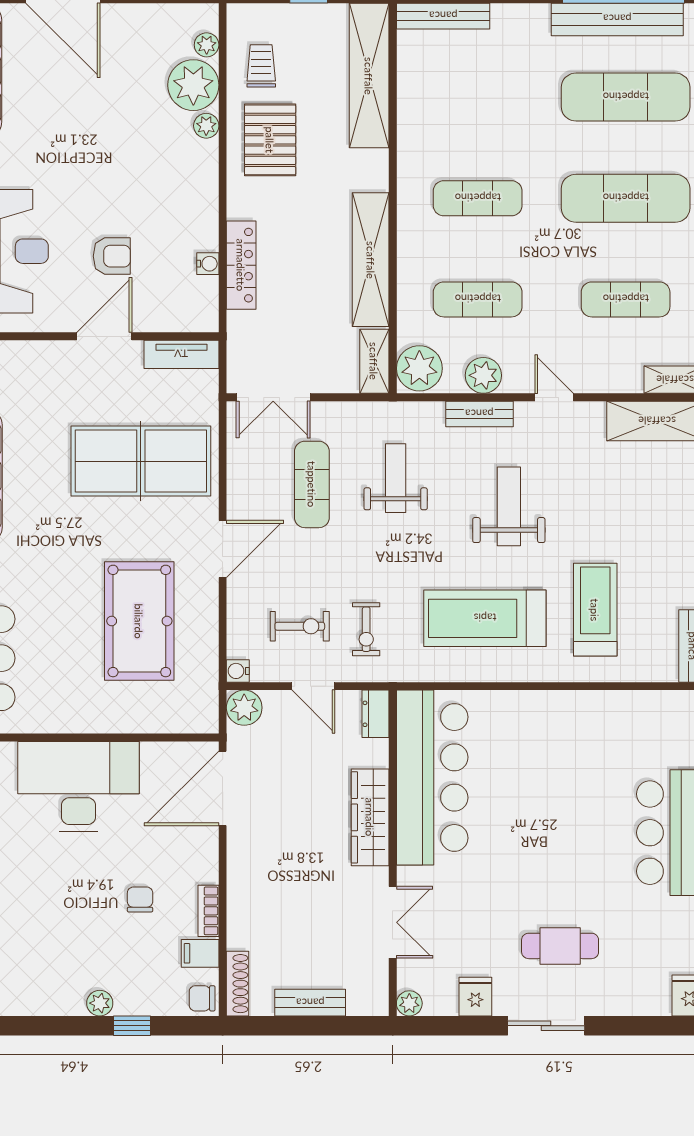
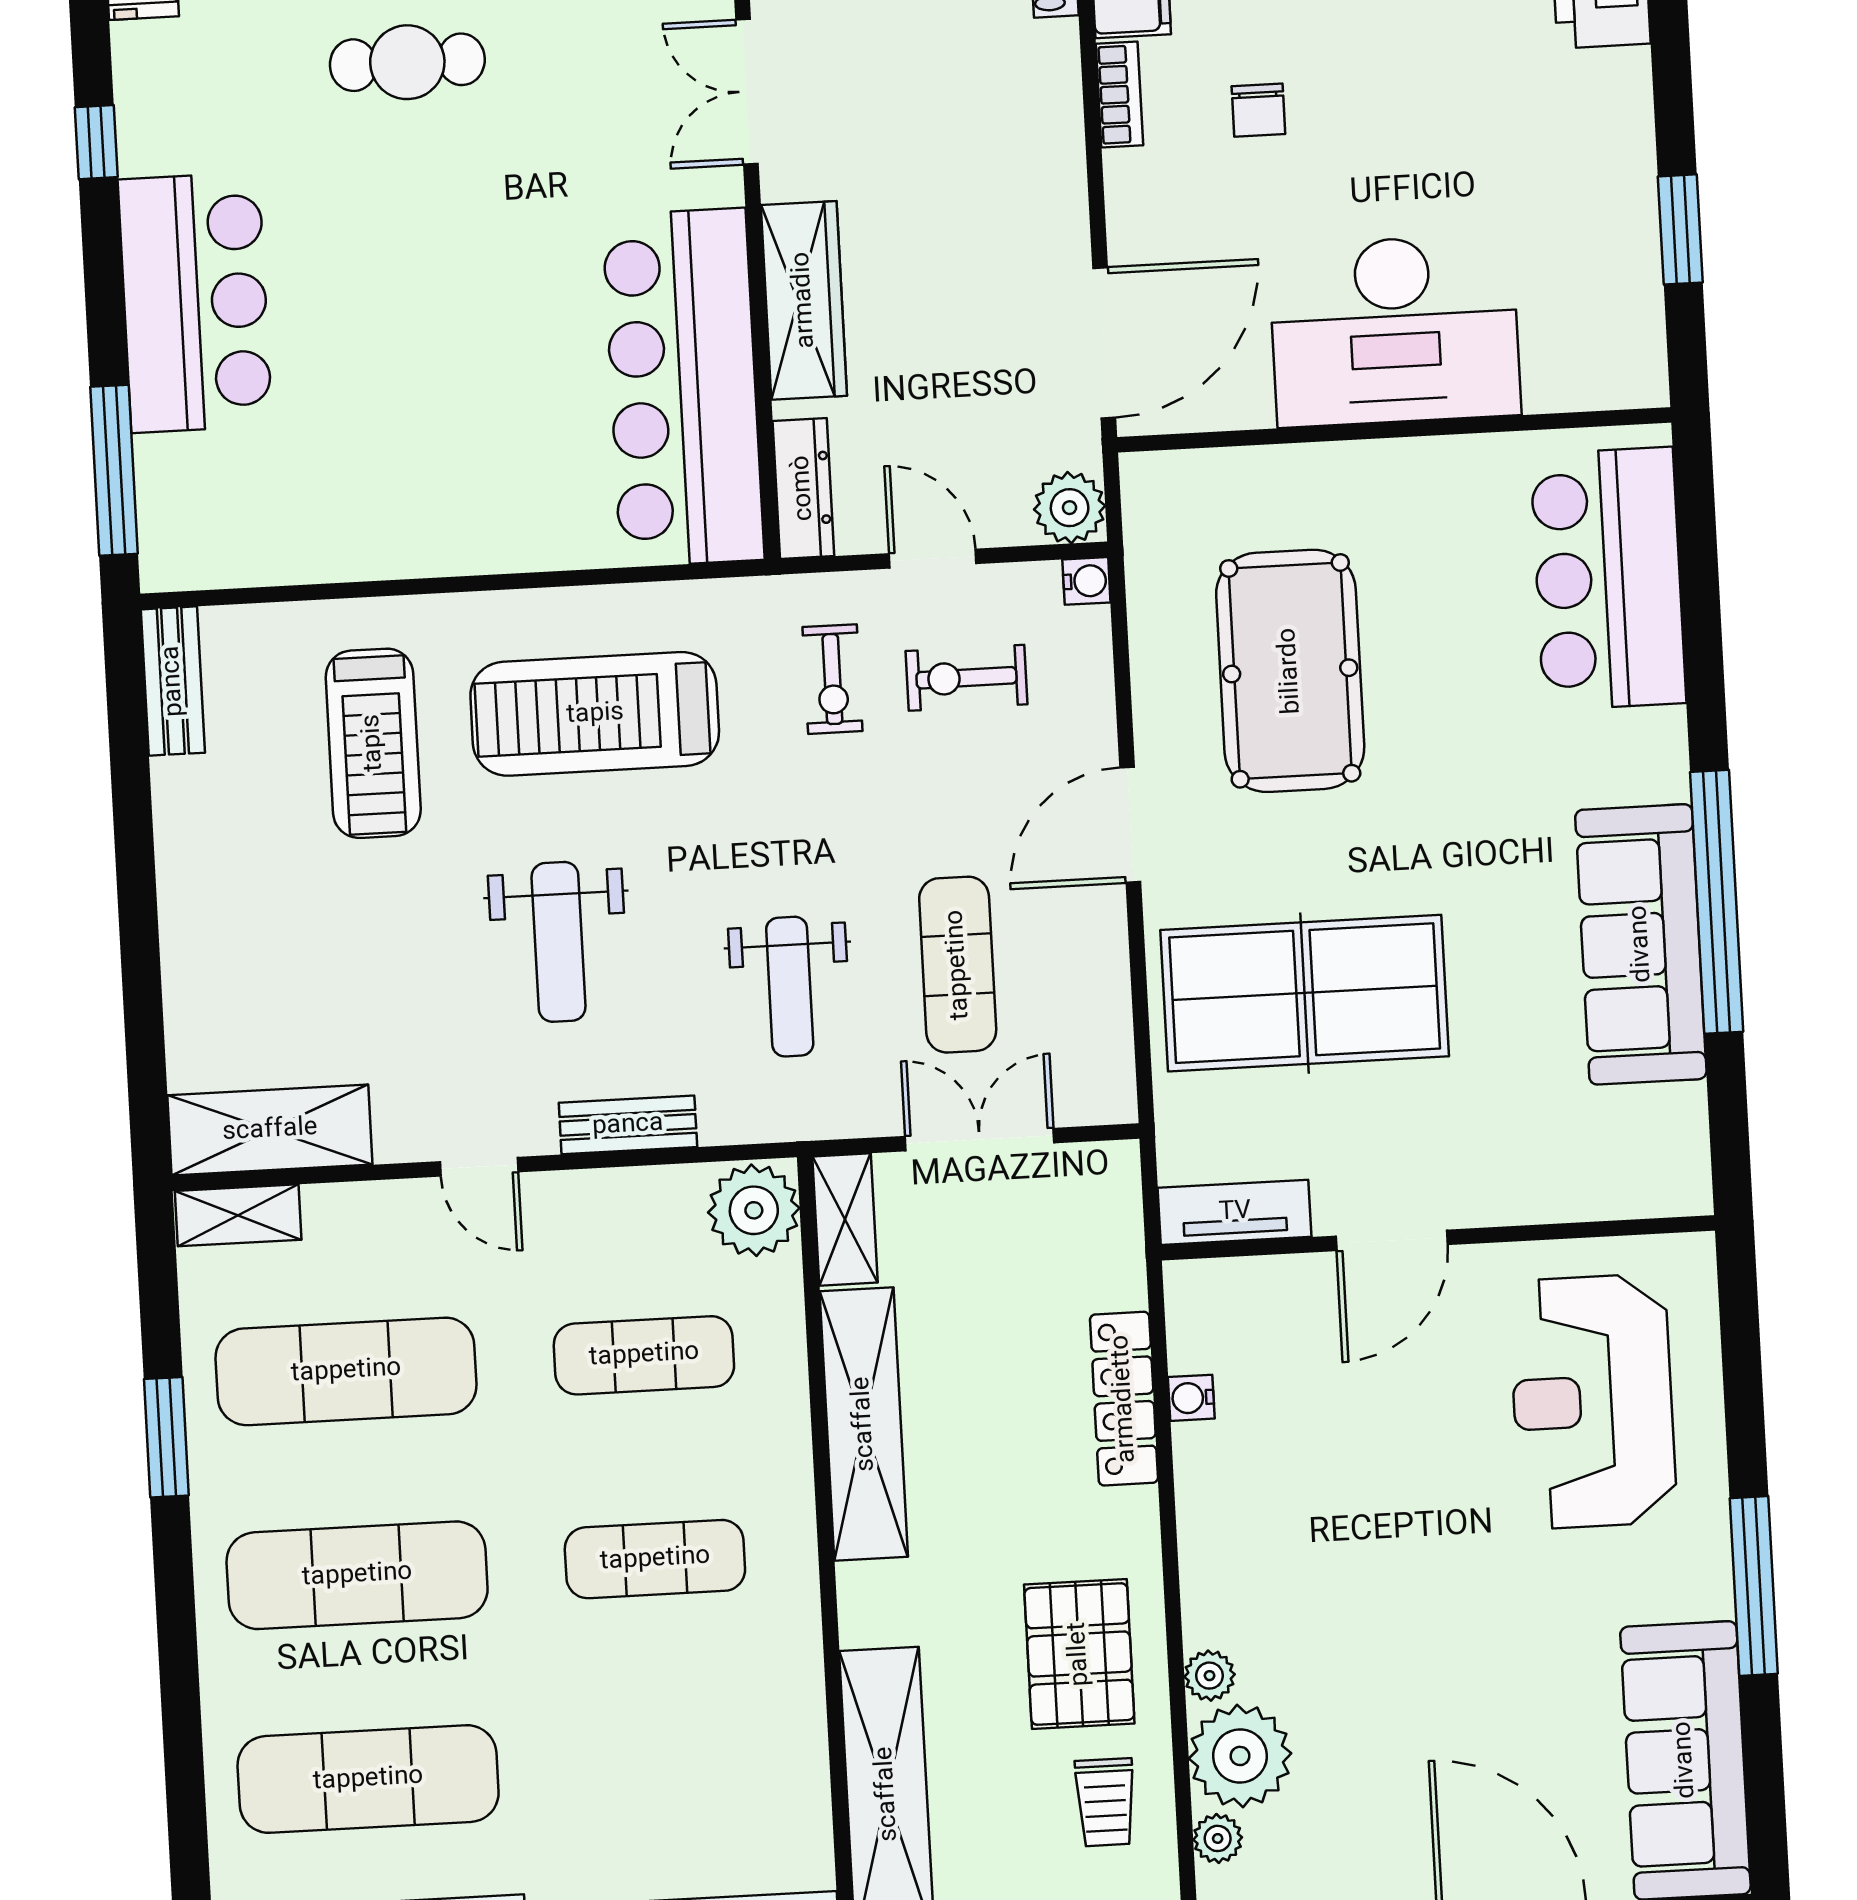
armchair: (112, 256) -> (1385, 1403), removed
exercise mat: (626, 299) -> (346, 1371), width x1.36, depth x1.45
plant: (483, 375) -> (624, 1203), removed
double door: (273, 397) -> (980, 1140), moved
treadmill: (485, 618) -> (595, 714), turned 180
exercise bike: (366, 629) -> (832, 679), turned 180
dresser: (375, 714) -> (803, 488), width x1.44

